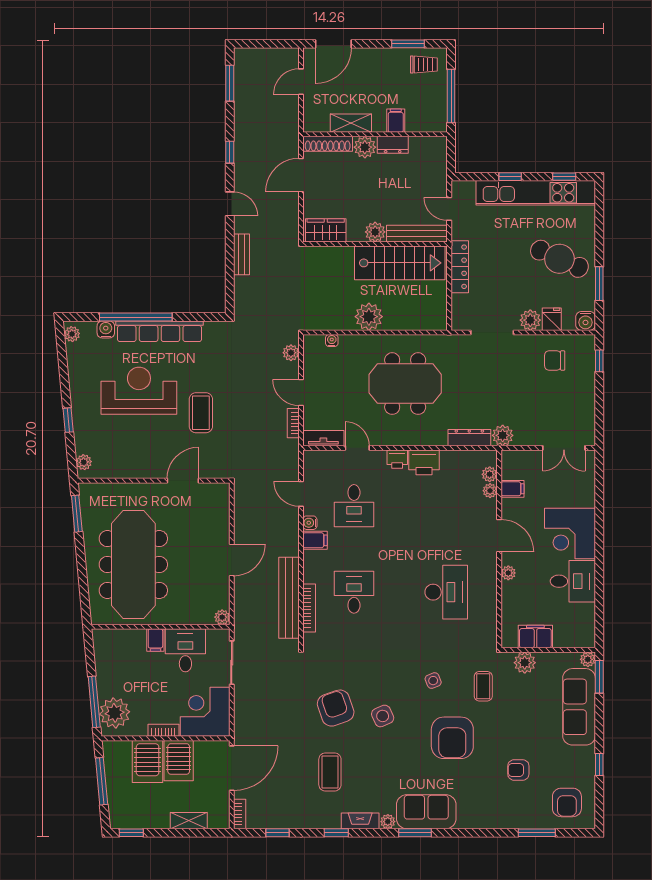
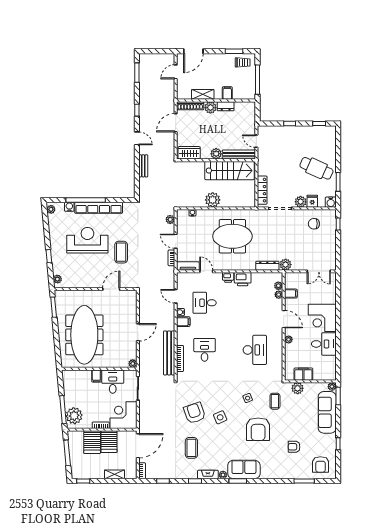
kitchen unit: (536, 193) -> (304, 132), removed
locker: (460, 267) -> (262, 190), moved
desk: (354, 506) -> (205, 303), turned 90

